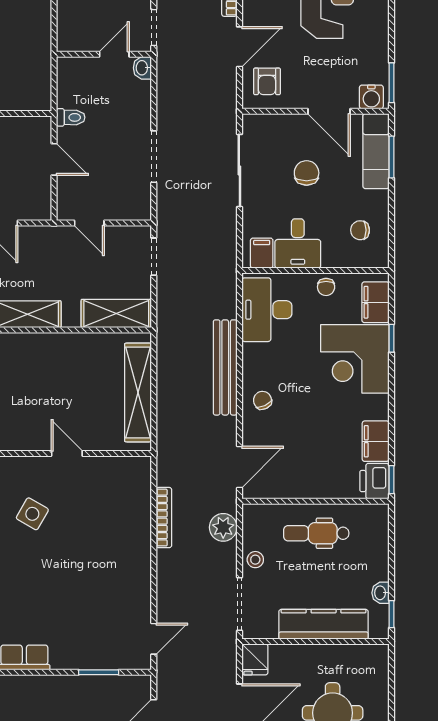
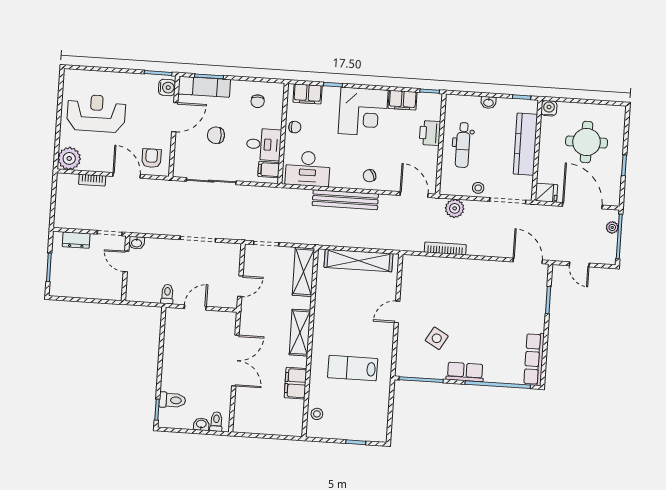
armchair: (267, 81) -> (152, 158), turned -90
corner desk: (355, 359) -> (363, 112), moved
printer: (375, 481) -> (430, 133), moved, turned 90
washbasin: (381, 593) -> (488, 102), moved
door: (154, 639) -> (528, 261), width x1.38
water cooler: (378, 655) -> (549, 108), added

